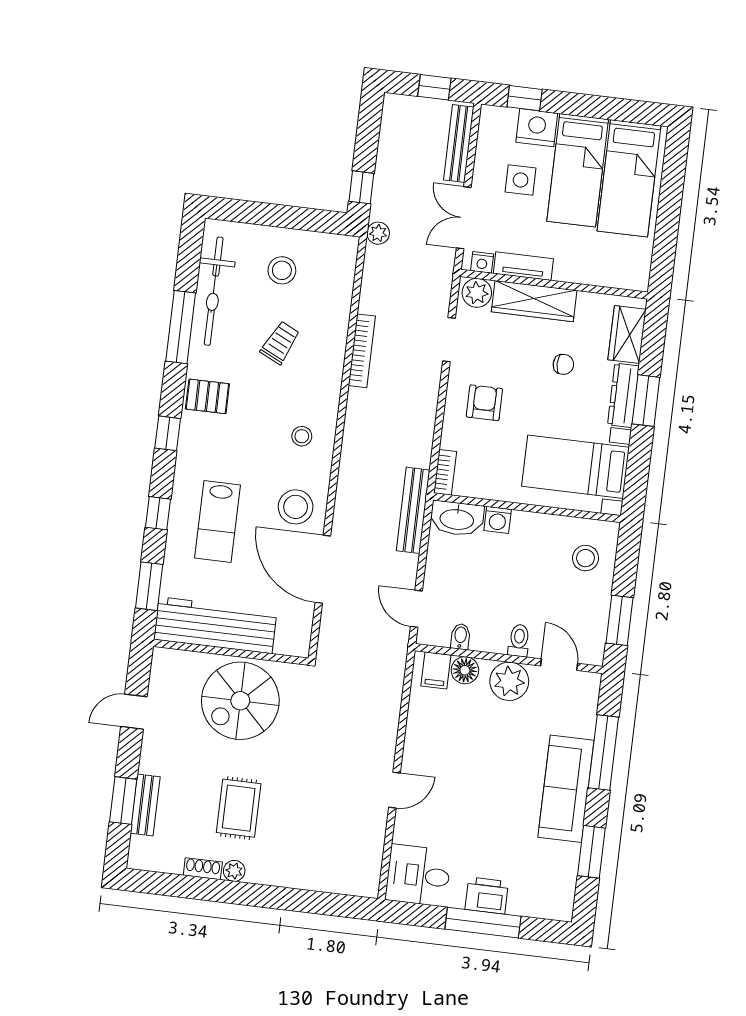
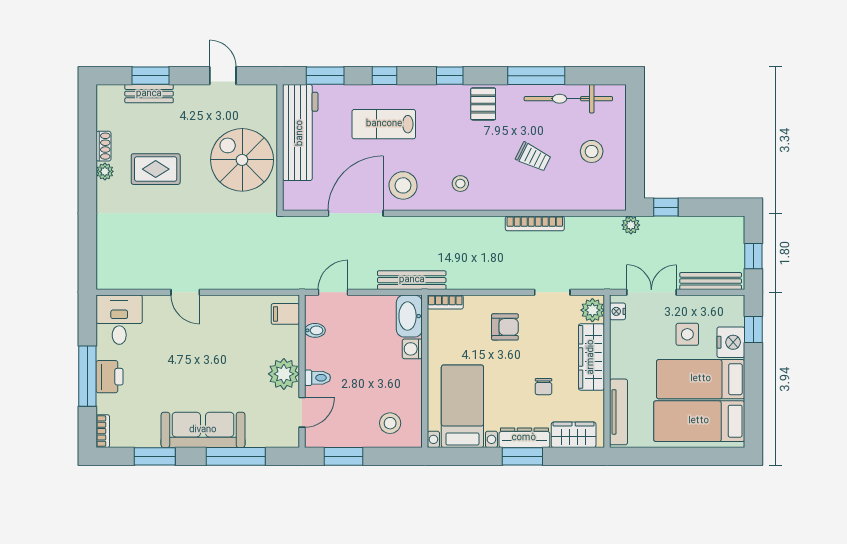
tv unit: (523, 266) -> (618, 412), moved, width x1.41
floor lamp: (465, 670) -> (288, 337), removed
bookcase: (553, 912) -> (103, 431), added

